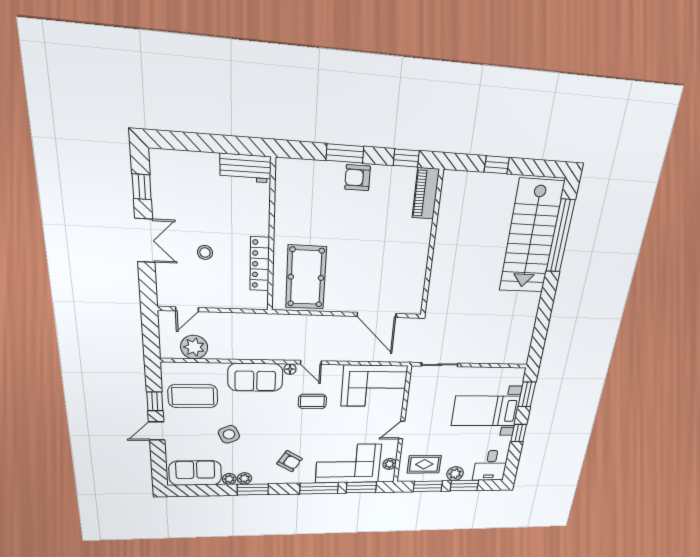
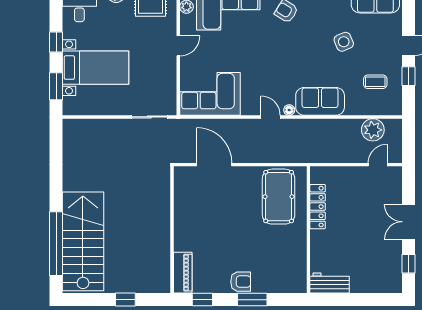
stool: (205, 252) -> (362, 214), removed
coffee table: (193, 396) -> (375, 82), width x0.54, depth x0.58
coffee table: (312, 401) -> (267, 77), removed

